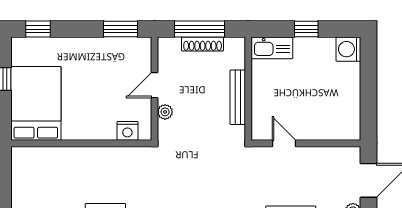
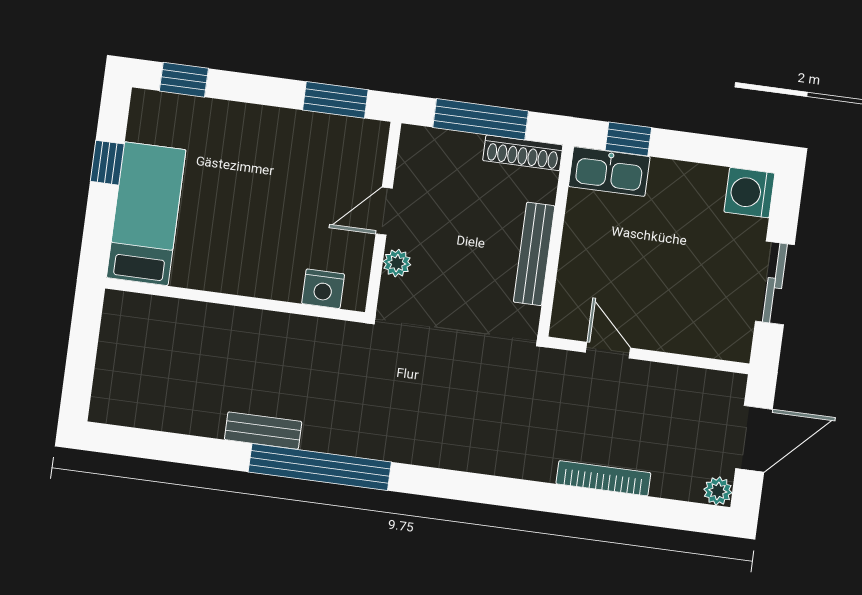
window: (306, 29) -> (628, 139), moved
shoe rack: (203, 44) -> (523, 153), moved
sliding door: (368, 96) -> (775, 283), added
bed: (36, 103) -> (146, 214), width x0.67

